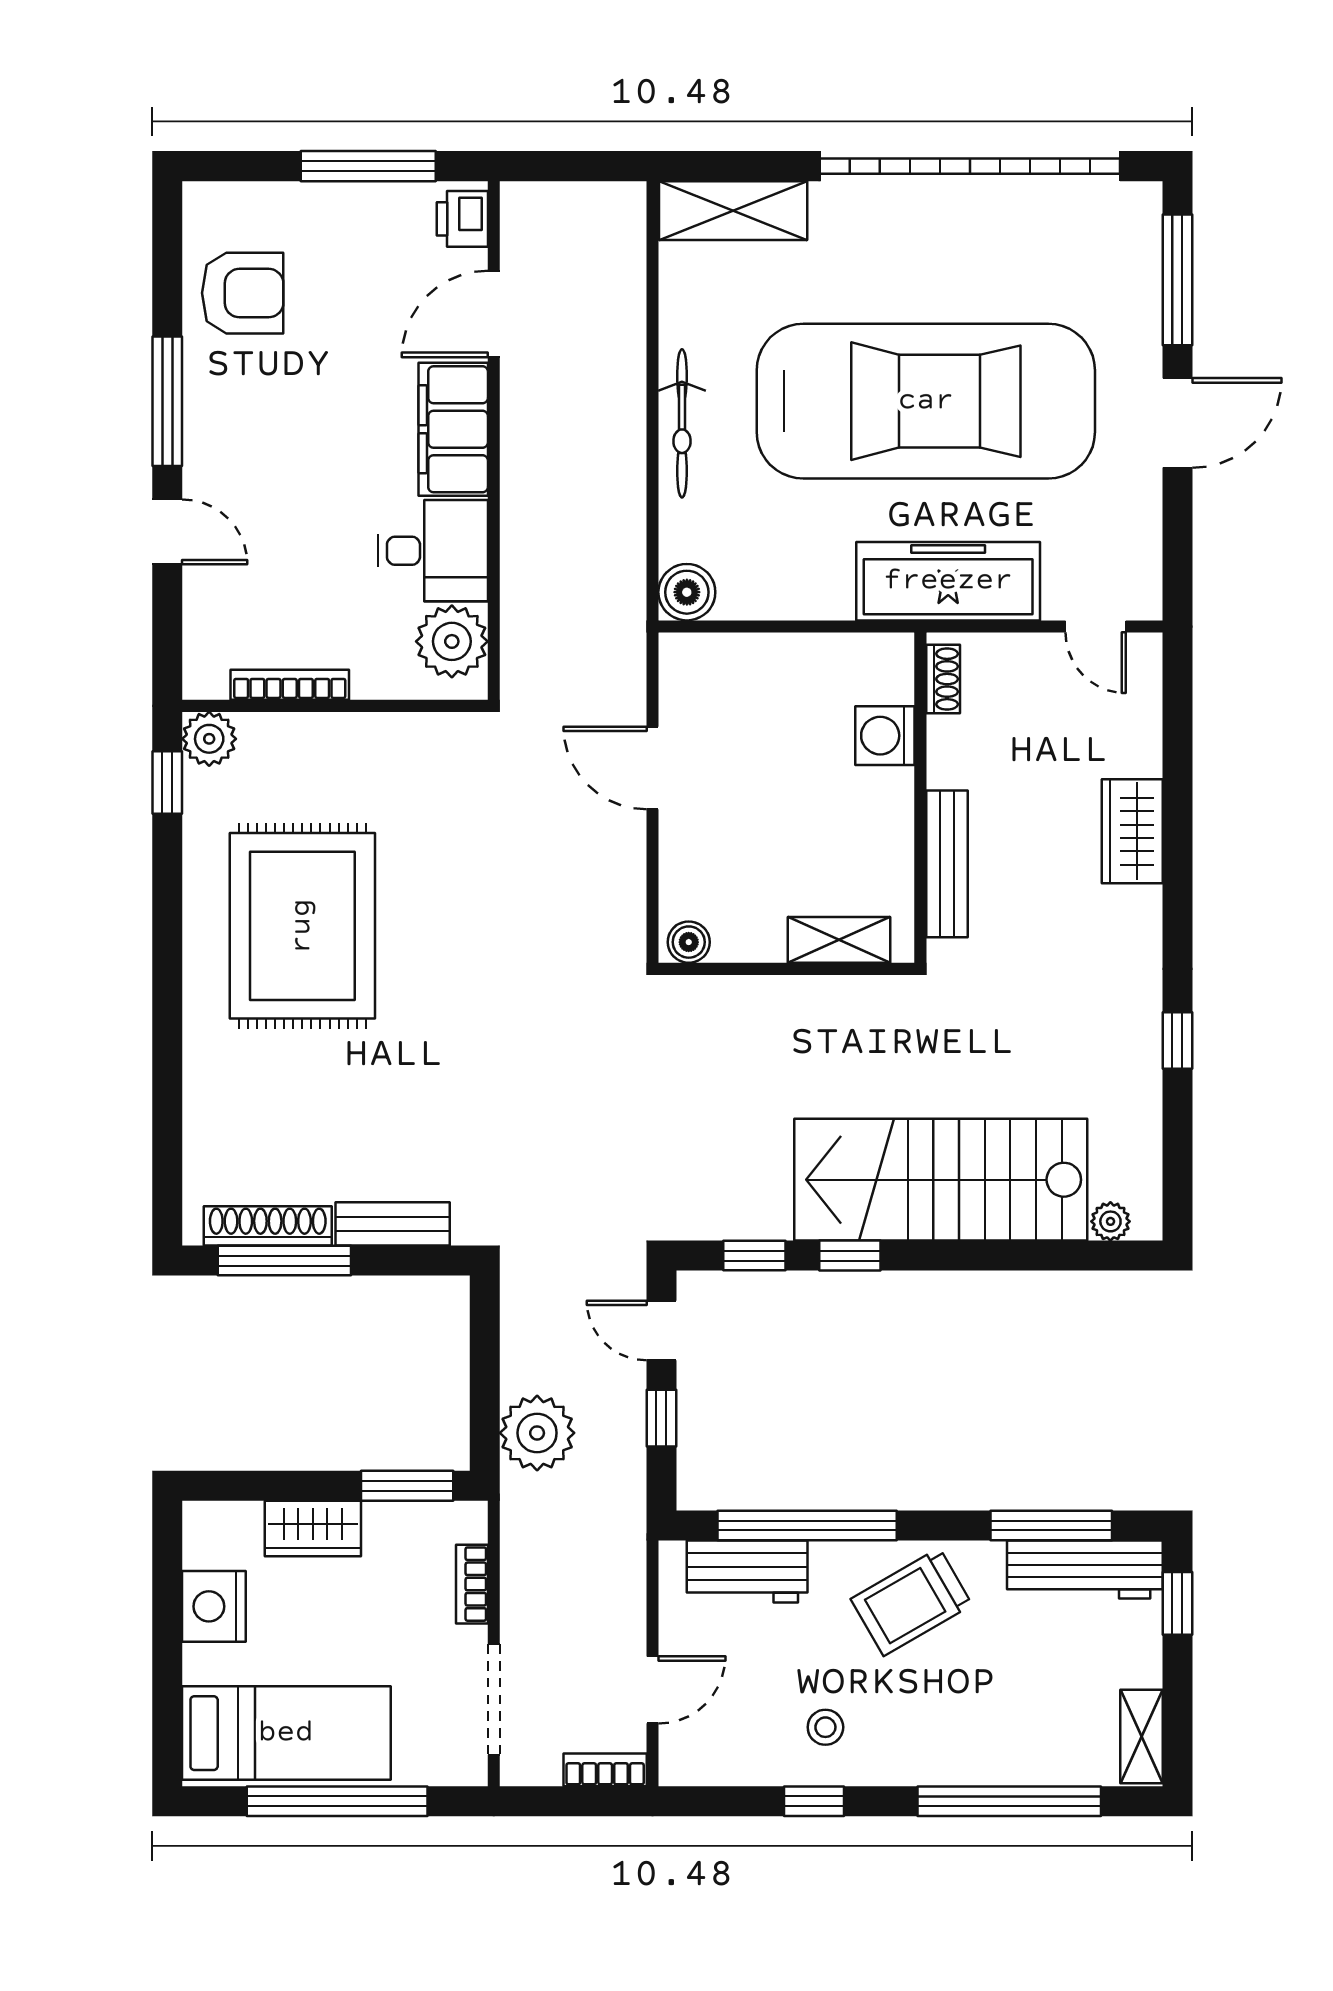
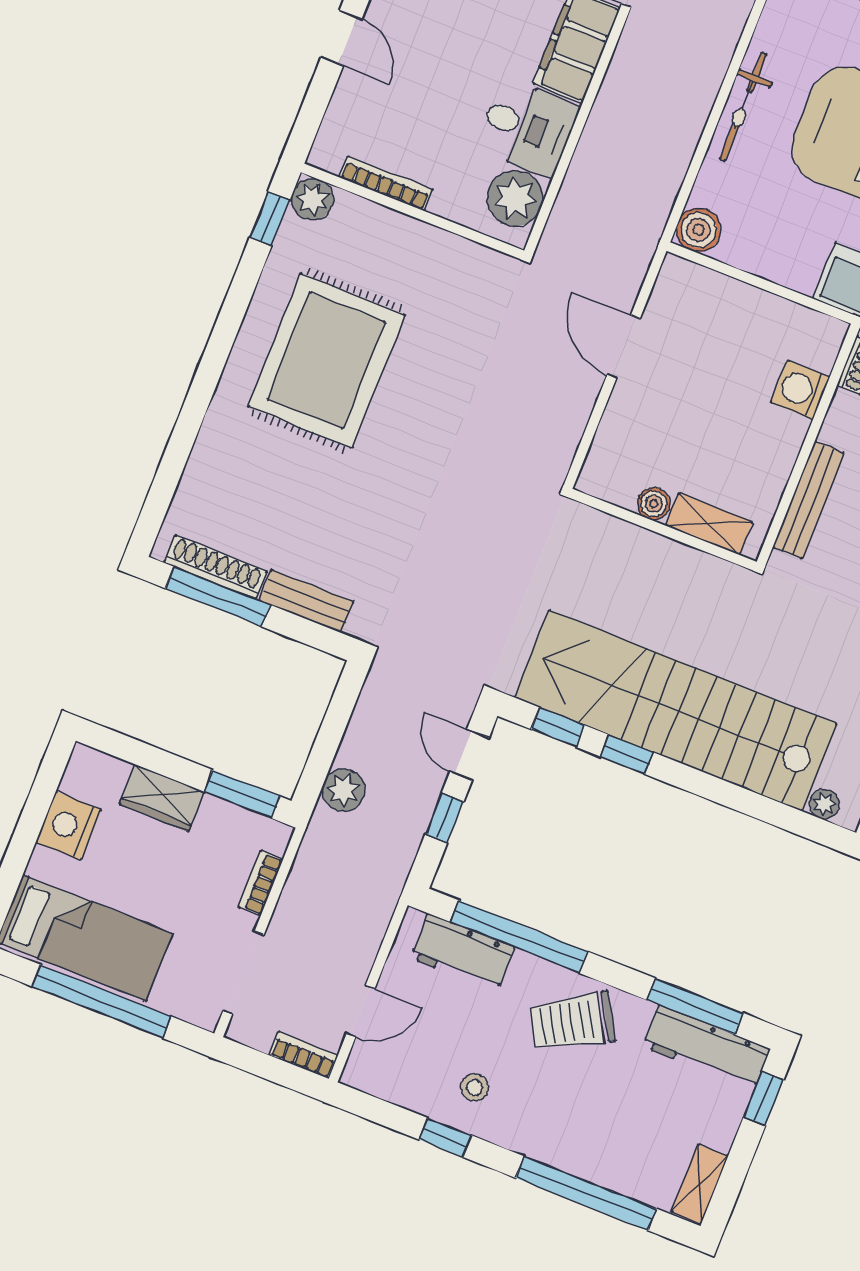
boiler: (689, 942) -> (654, 504), moved
stairs: (941, 1180) -> (676, 711), width x1.36
plant: (537, 1433) -> (344, 790), width x0.73, depth x0.73

